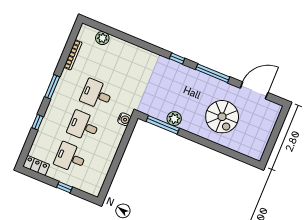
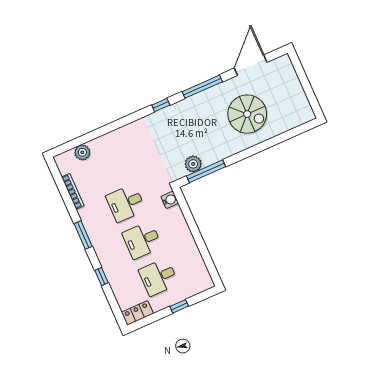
plant: (174, 119) -> (193, 164), moved

